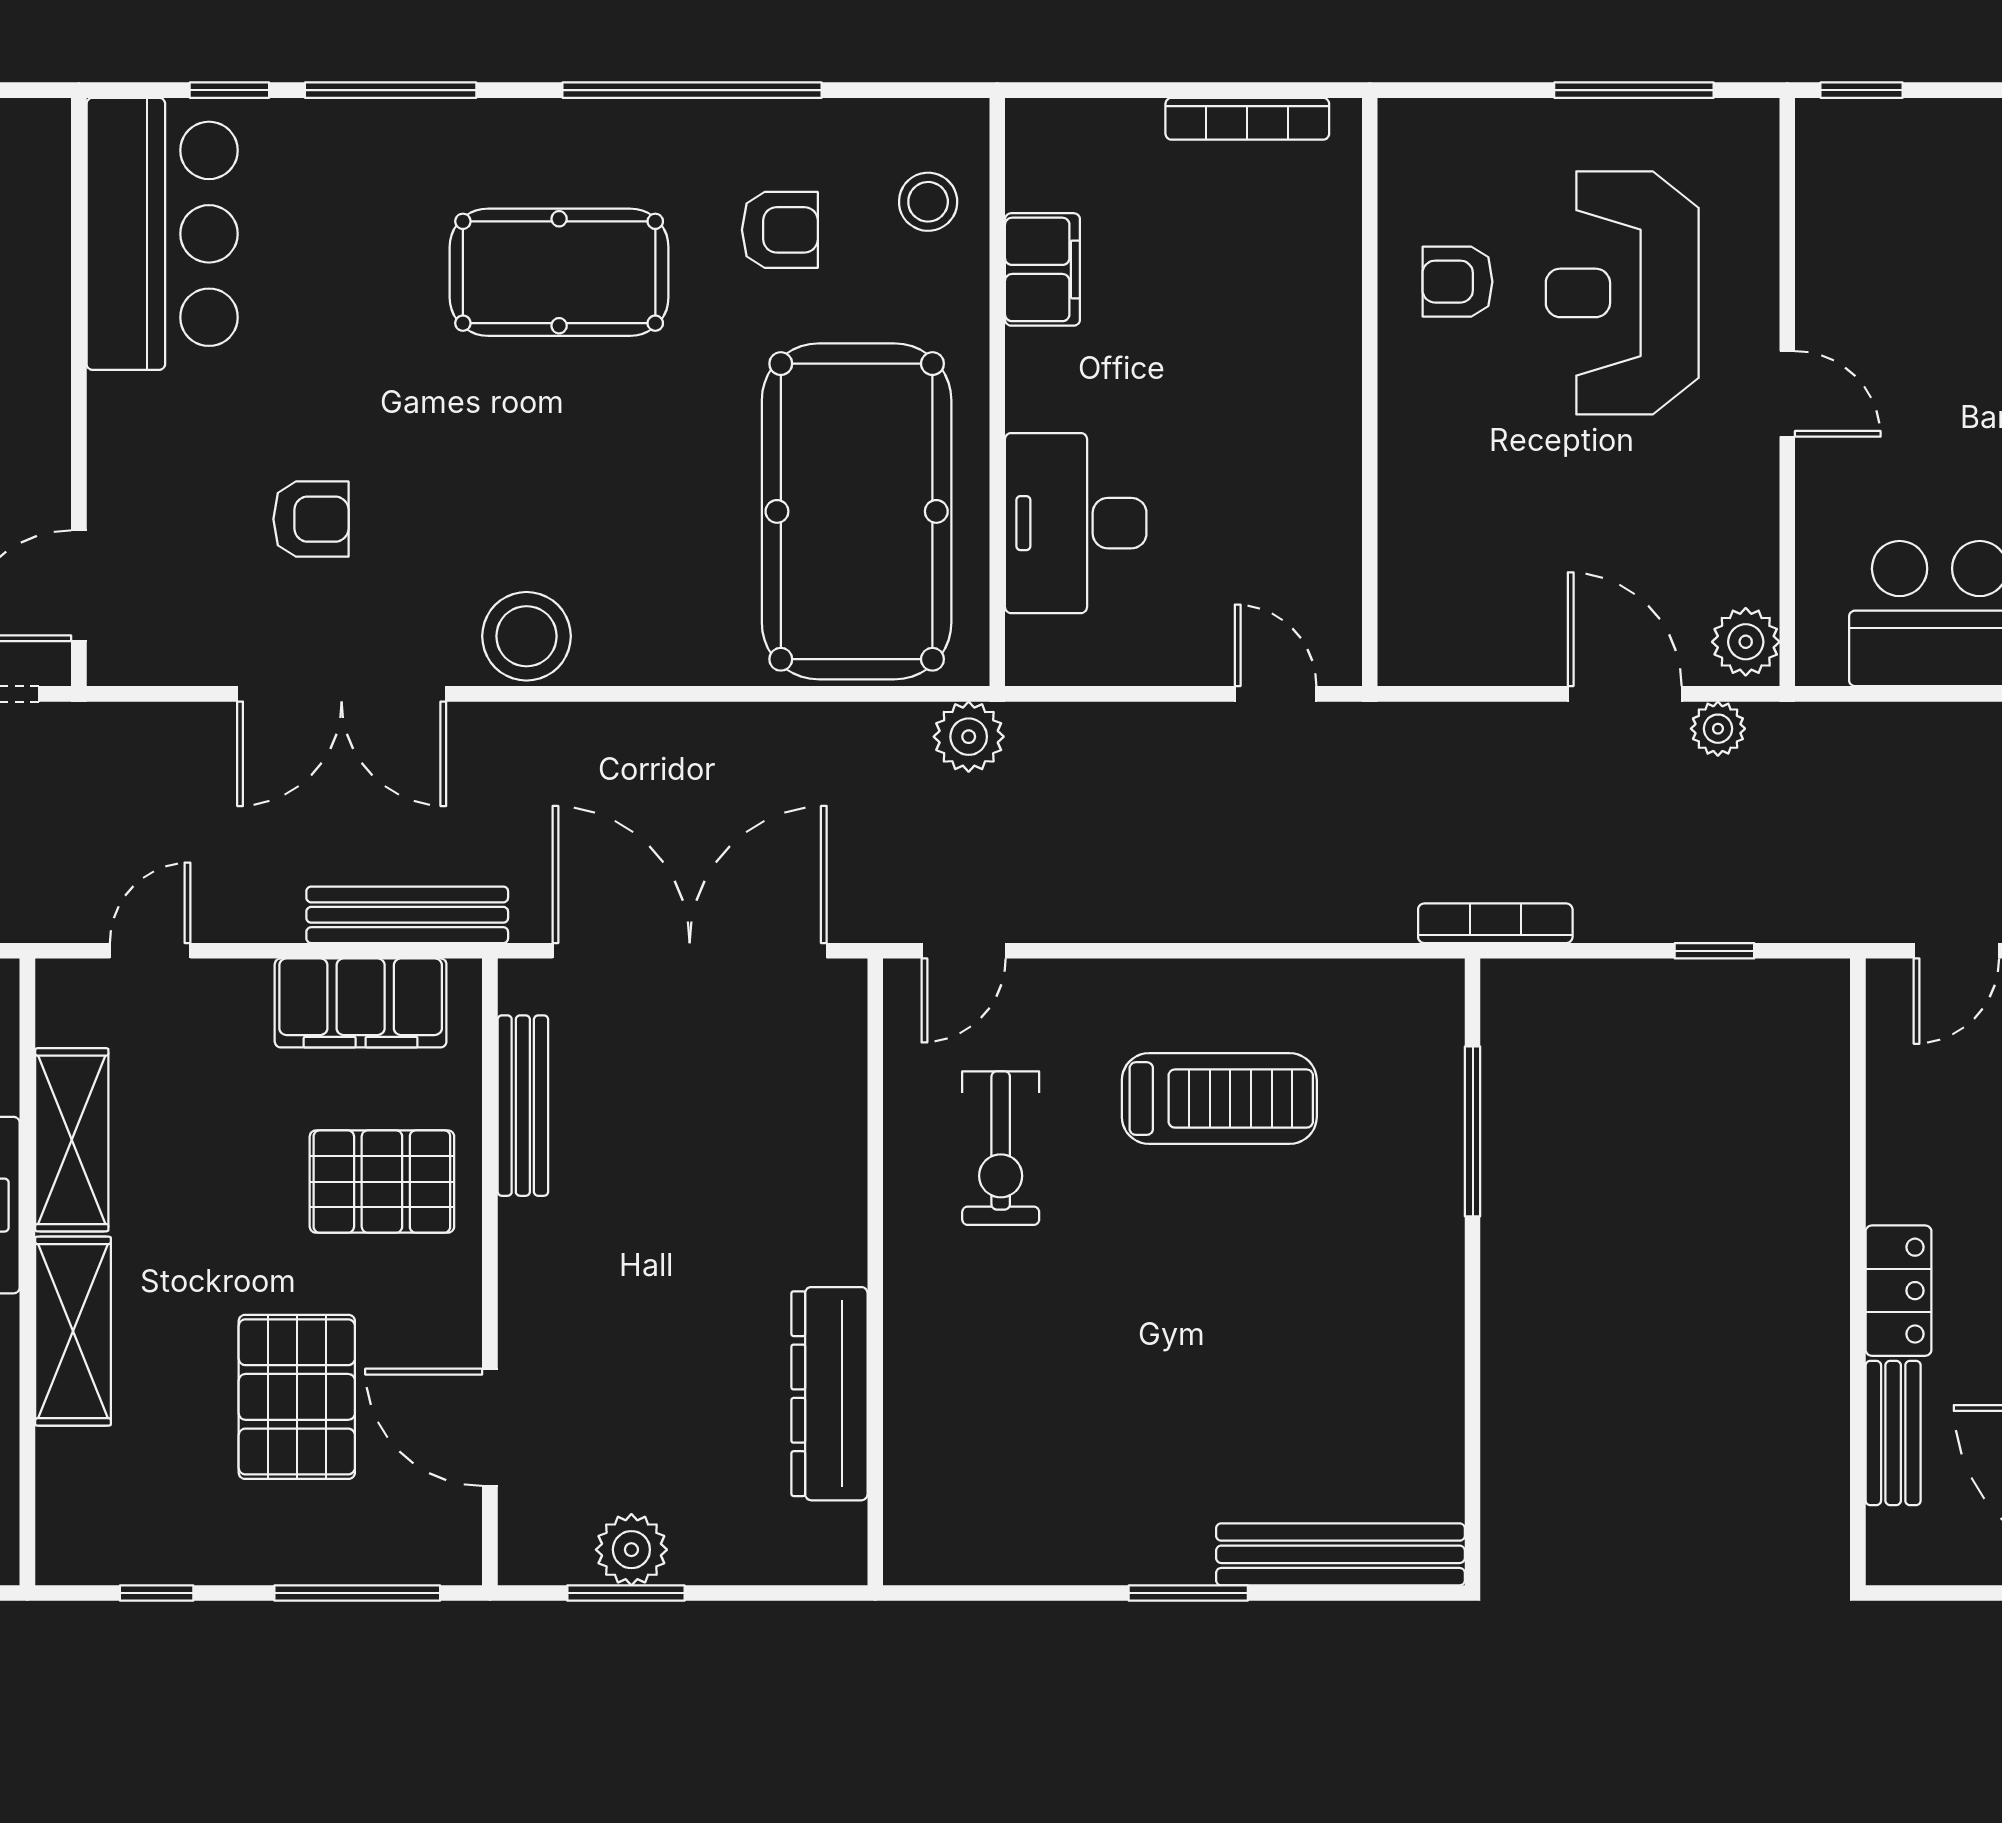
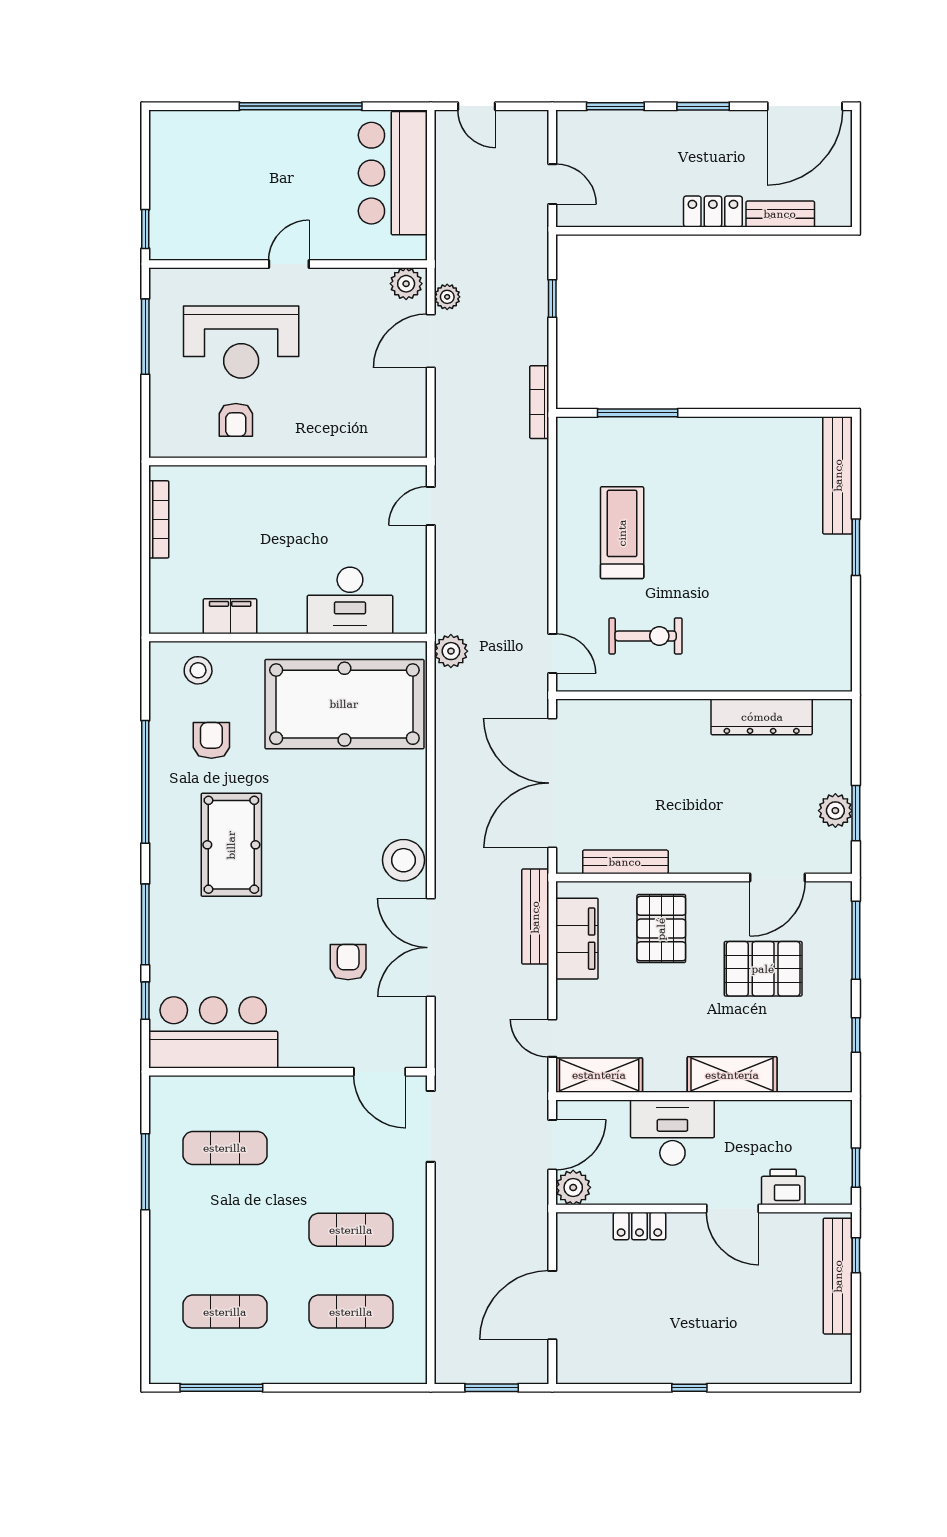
double door: (342, 694) -> (431, 948), swing flipped
shelving: (72, 1140) -> (599, 1075), moved

